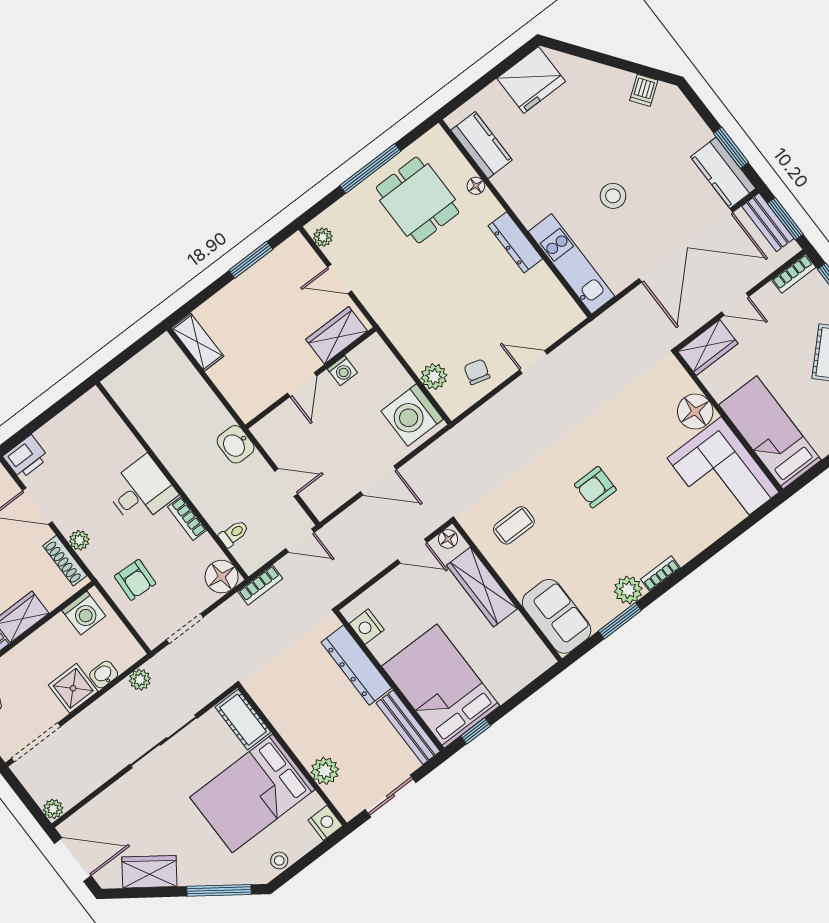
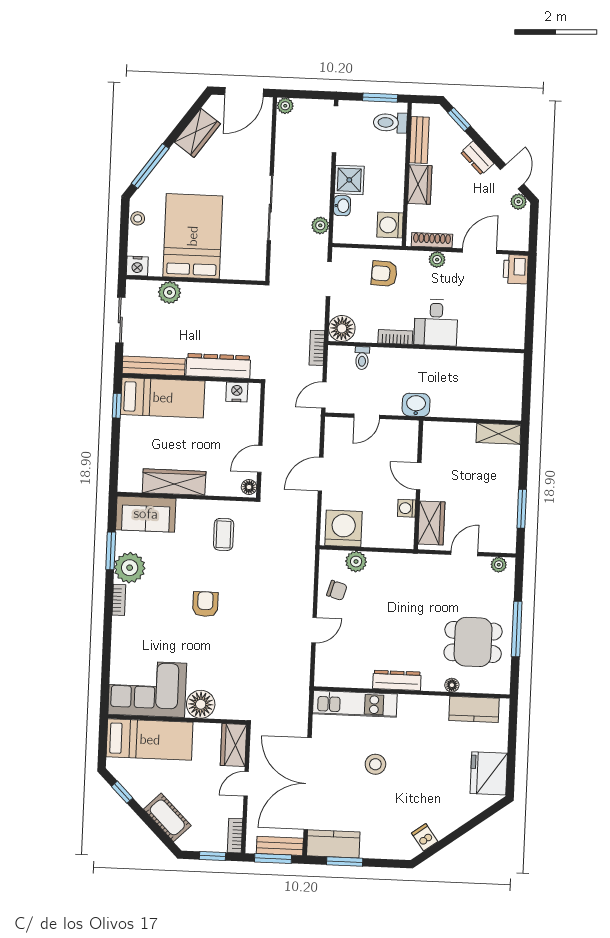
wardrobe: (482, 587) -> (174, 482), moved
plant: (628, 590) -> (130, 568), width x1.36, depth x1.36
bed: (441, 686) -> (163, 398), width x0.67
cot: (243, 720) -> (243, 268), removed

